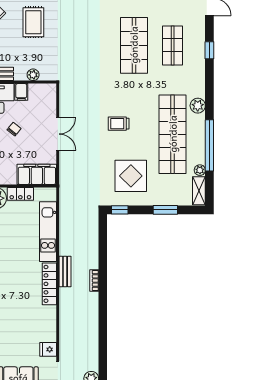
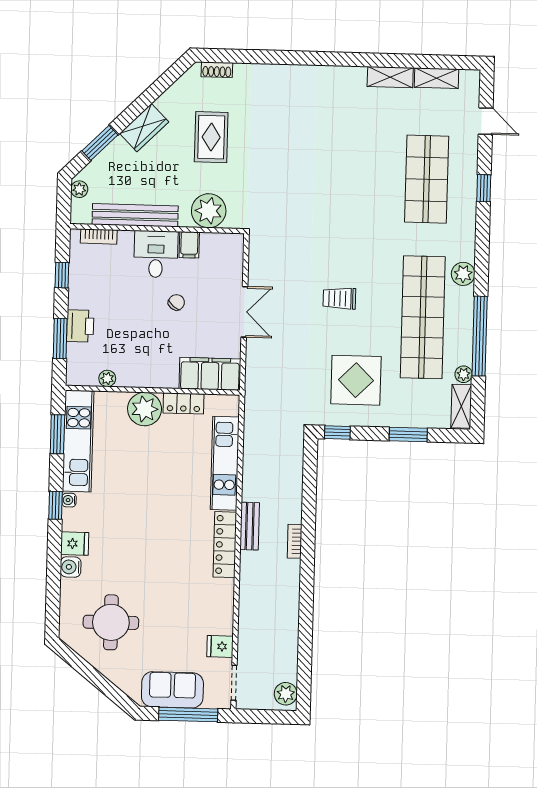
shop shelf: (134, 45) -> (367, 177), removed
shop shelf: (173, 45) -> (427, 179), width x1.43, depth x1.36
plant: (33, 75) -> (209, 211), width x1.87, depth x1.87

